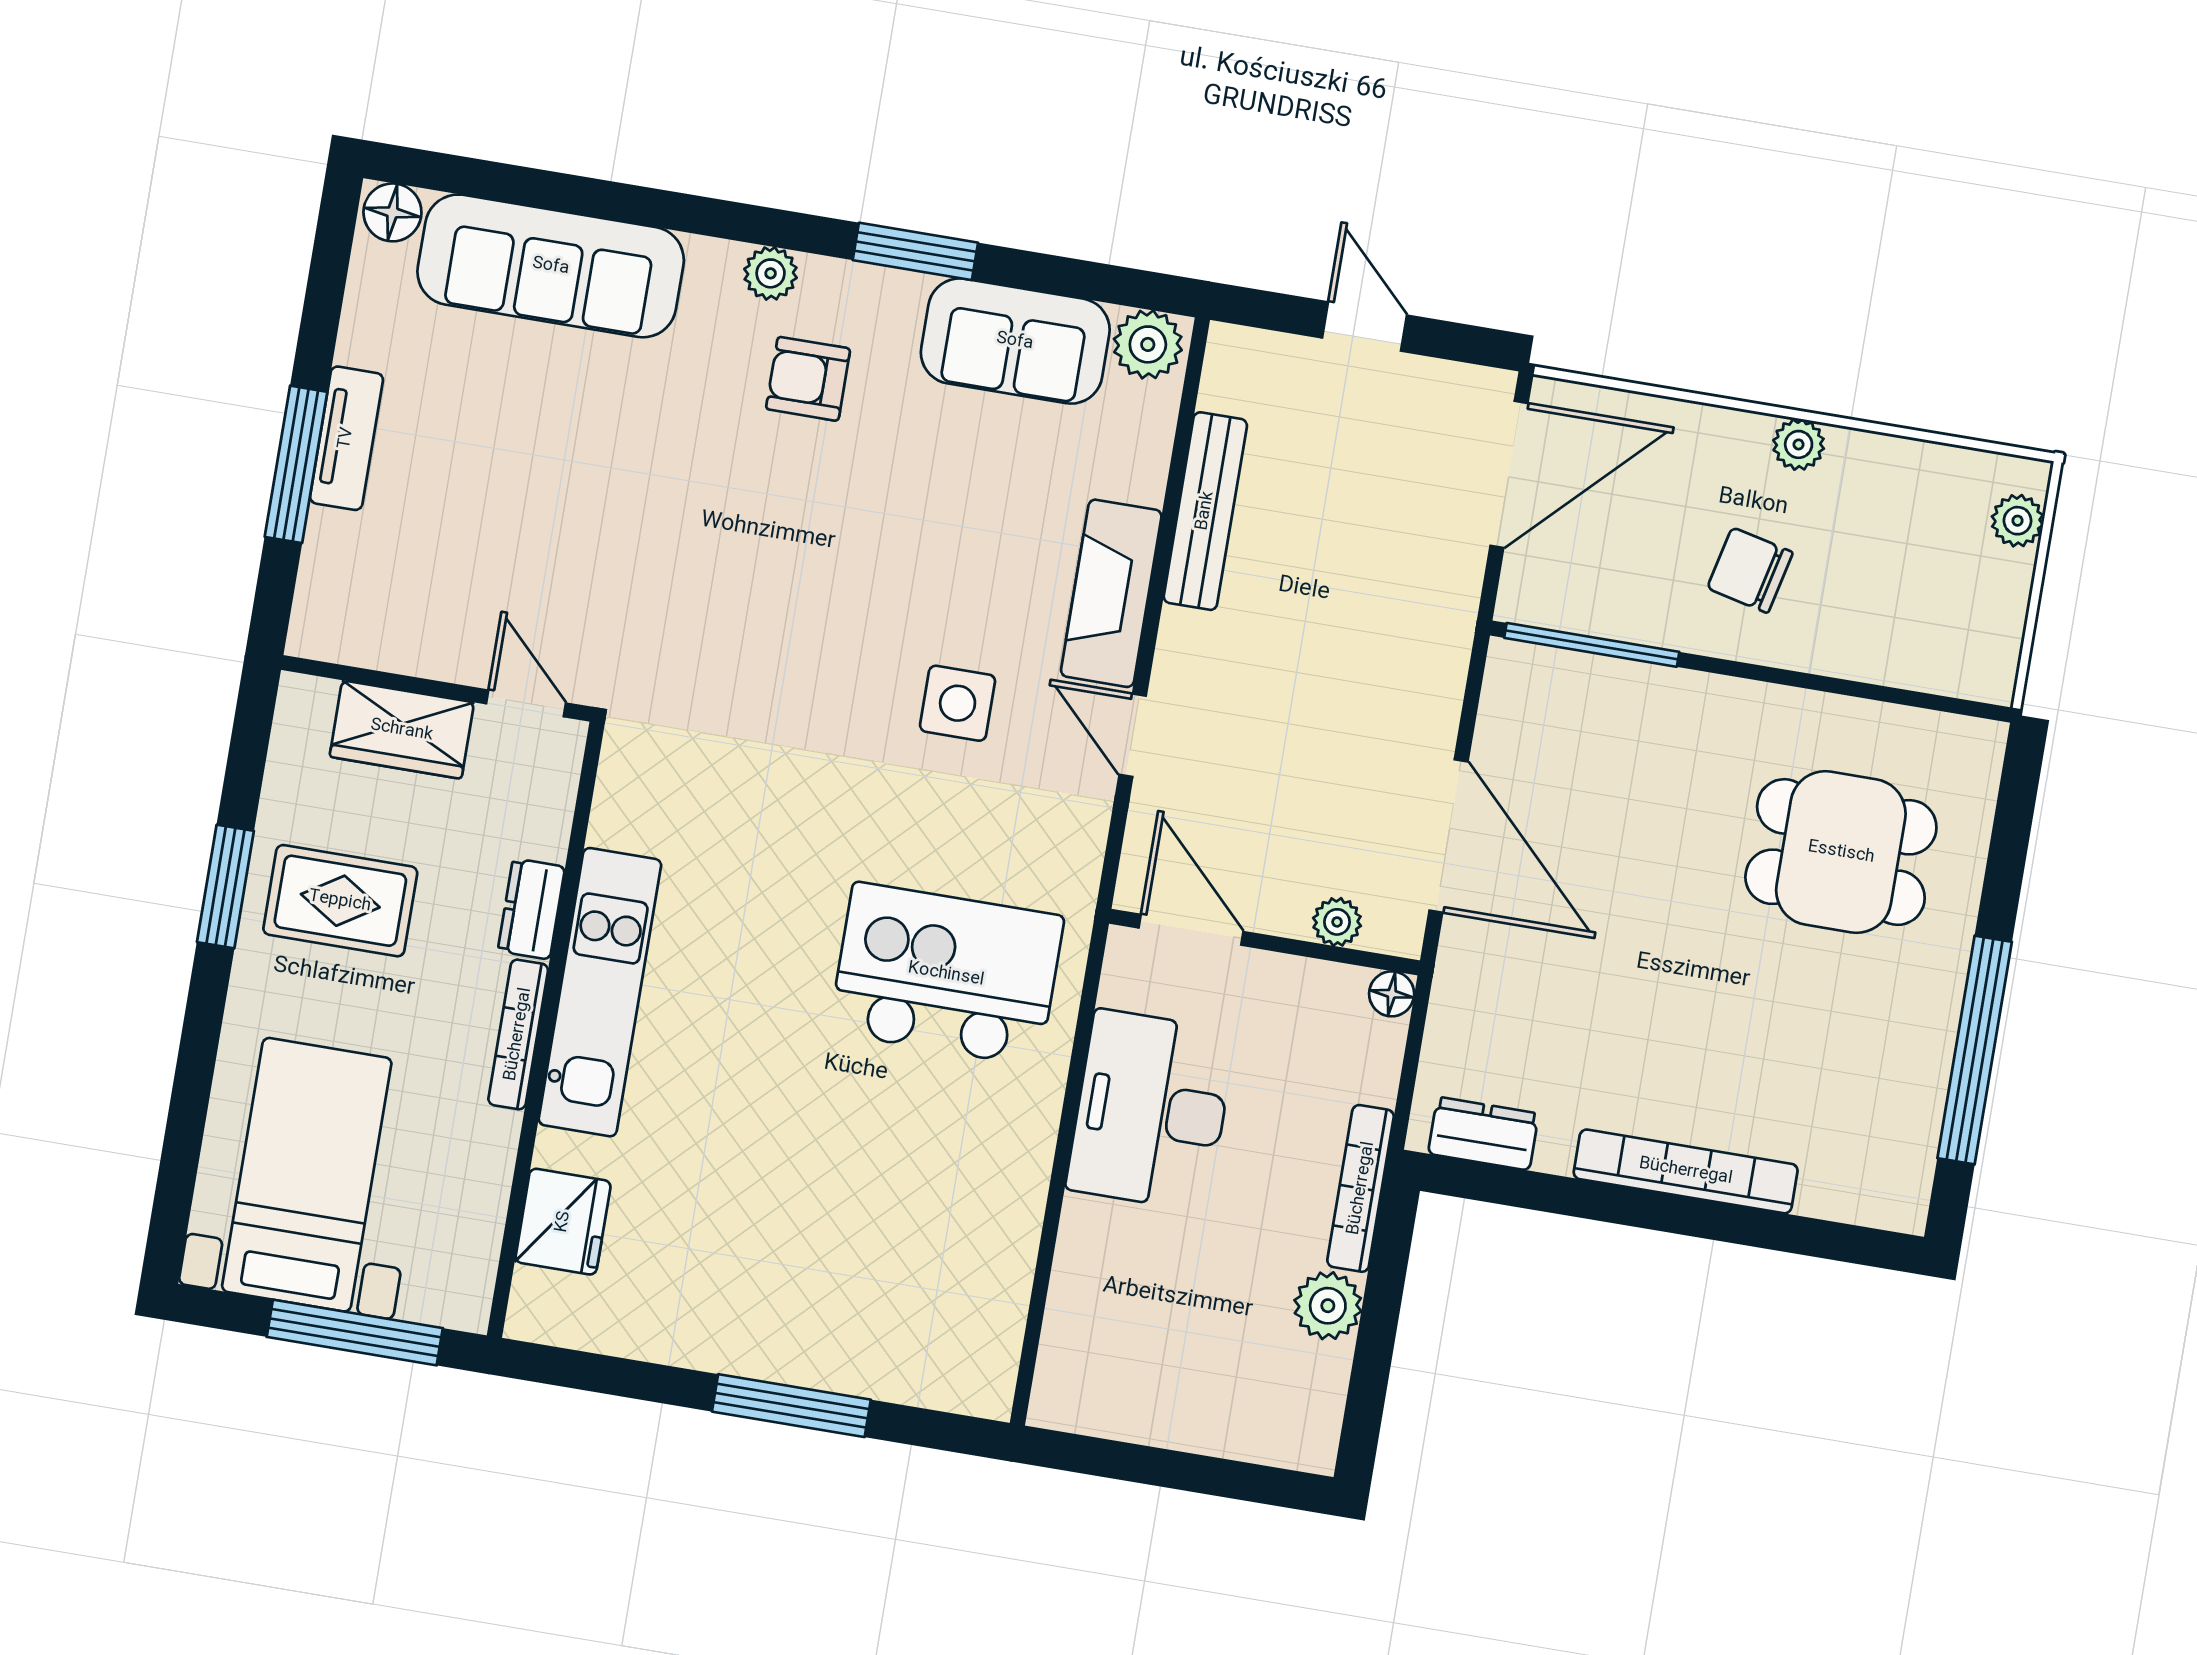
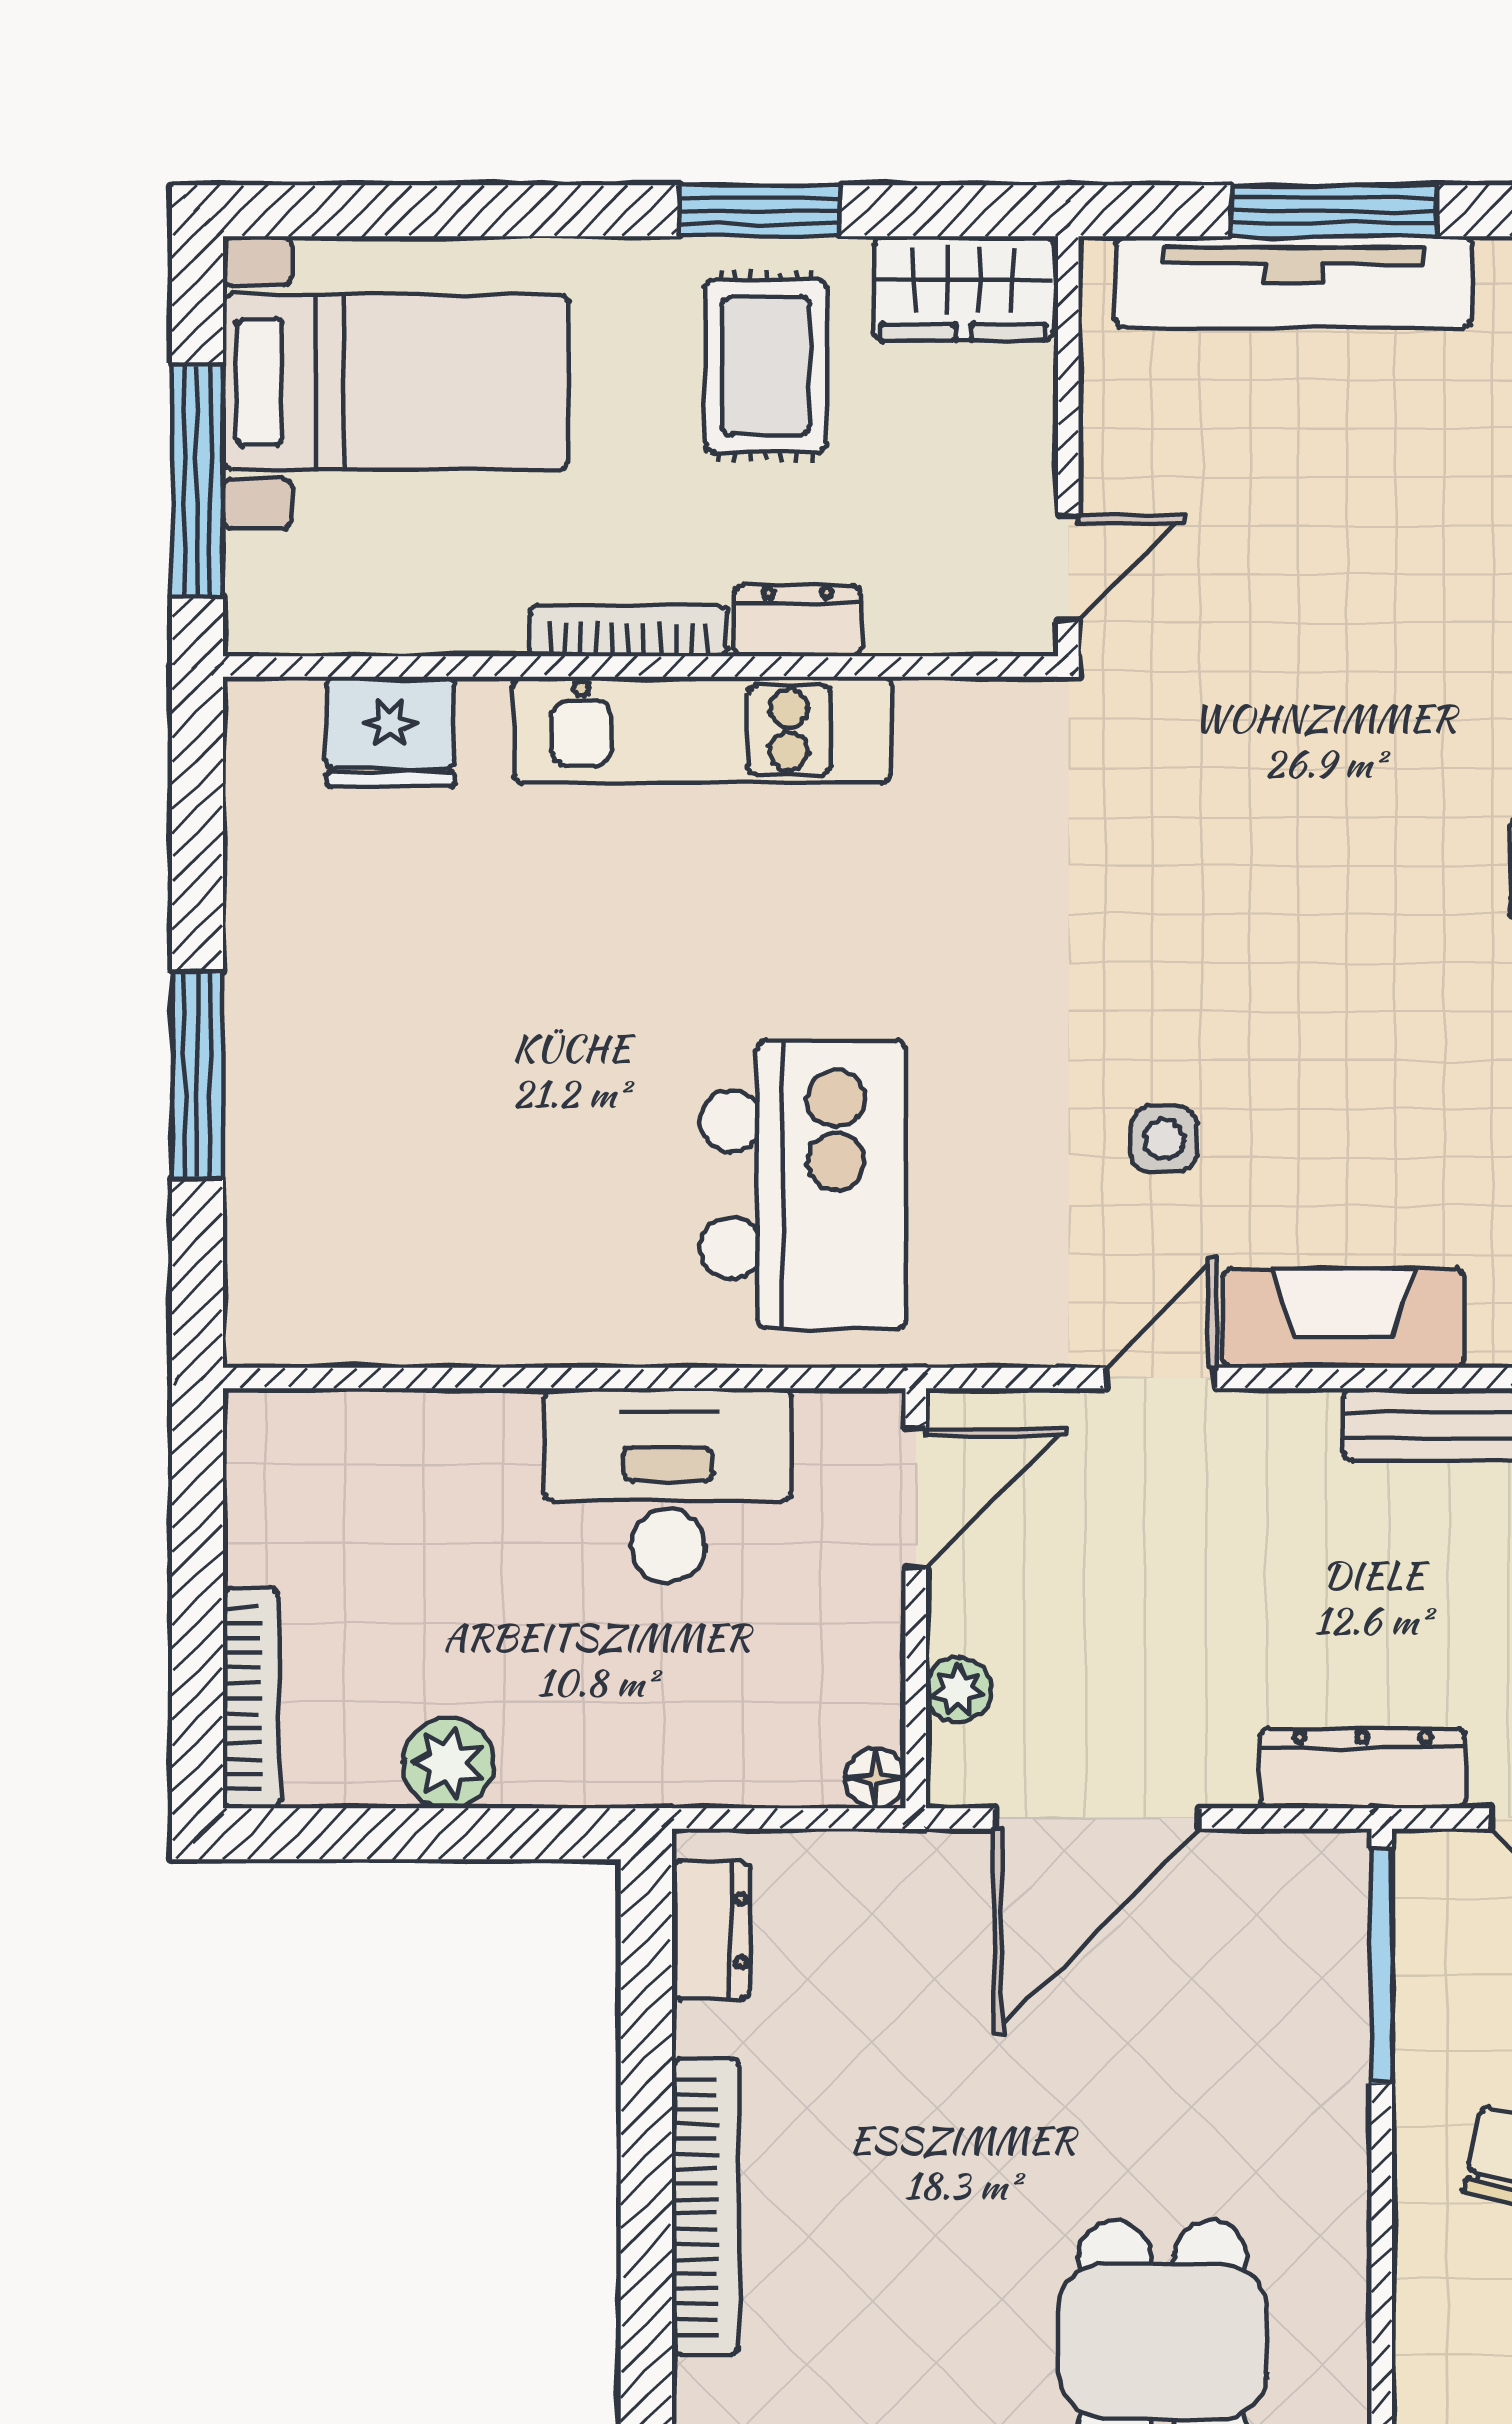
tv unit: (346, 438) -> (1294, 282), width x1.92, depth x1.29
dresser: (1444, 635) -> (1363, 1768), added
side table: (958, 703) -> (1164, 1139), width x0.73, depth x0.73
wardrobe: (402, 730) -> (963, 288), moved, turned -90
bookcase: (1361, 1188) -> (251, 1698), moved, turned 90

